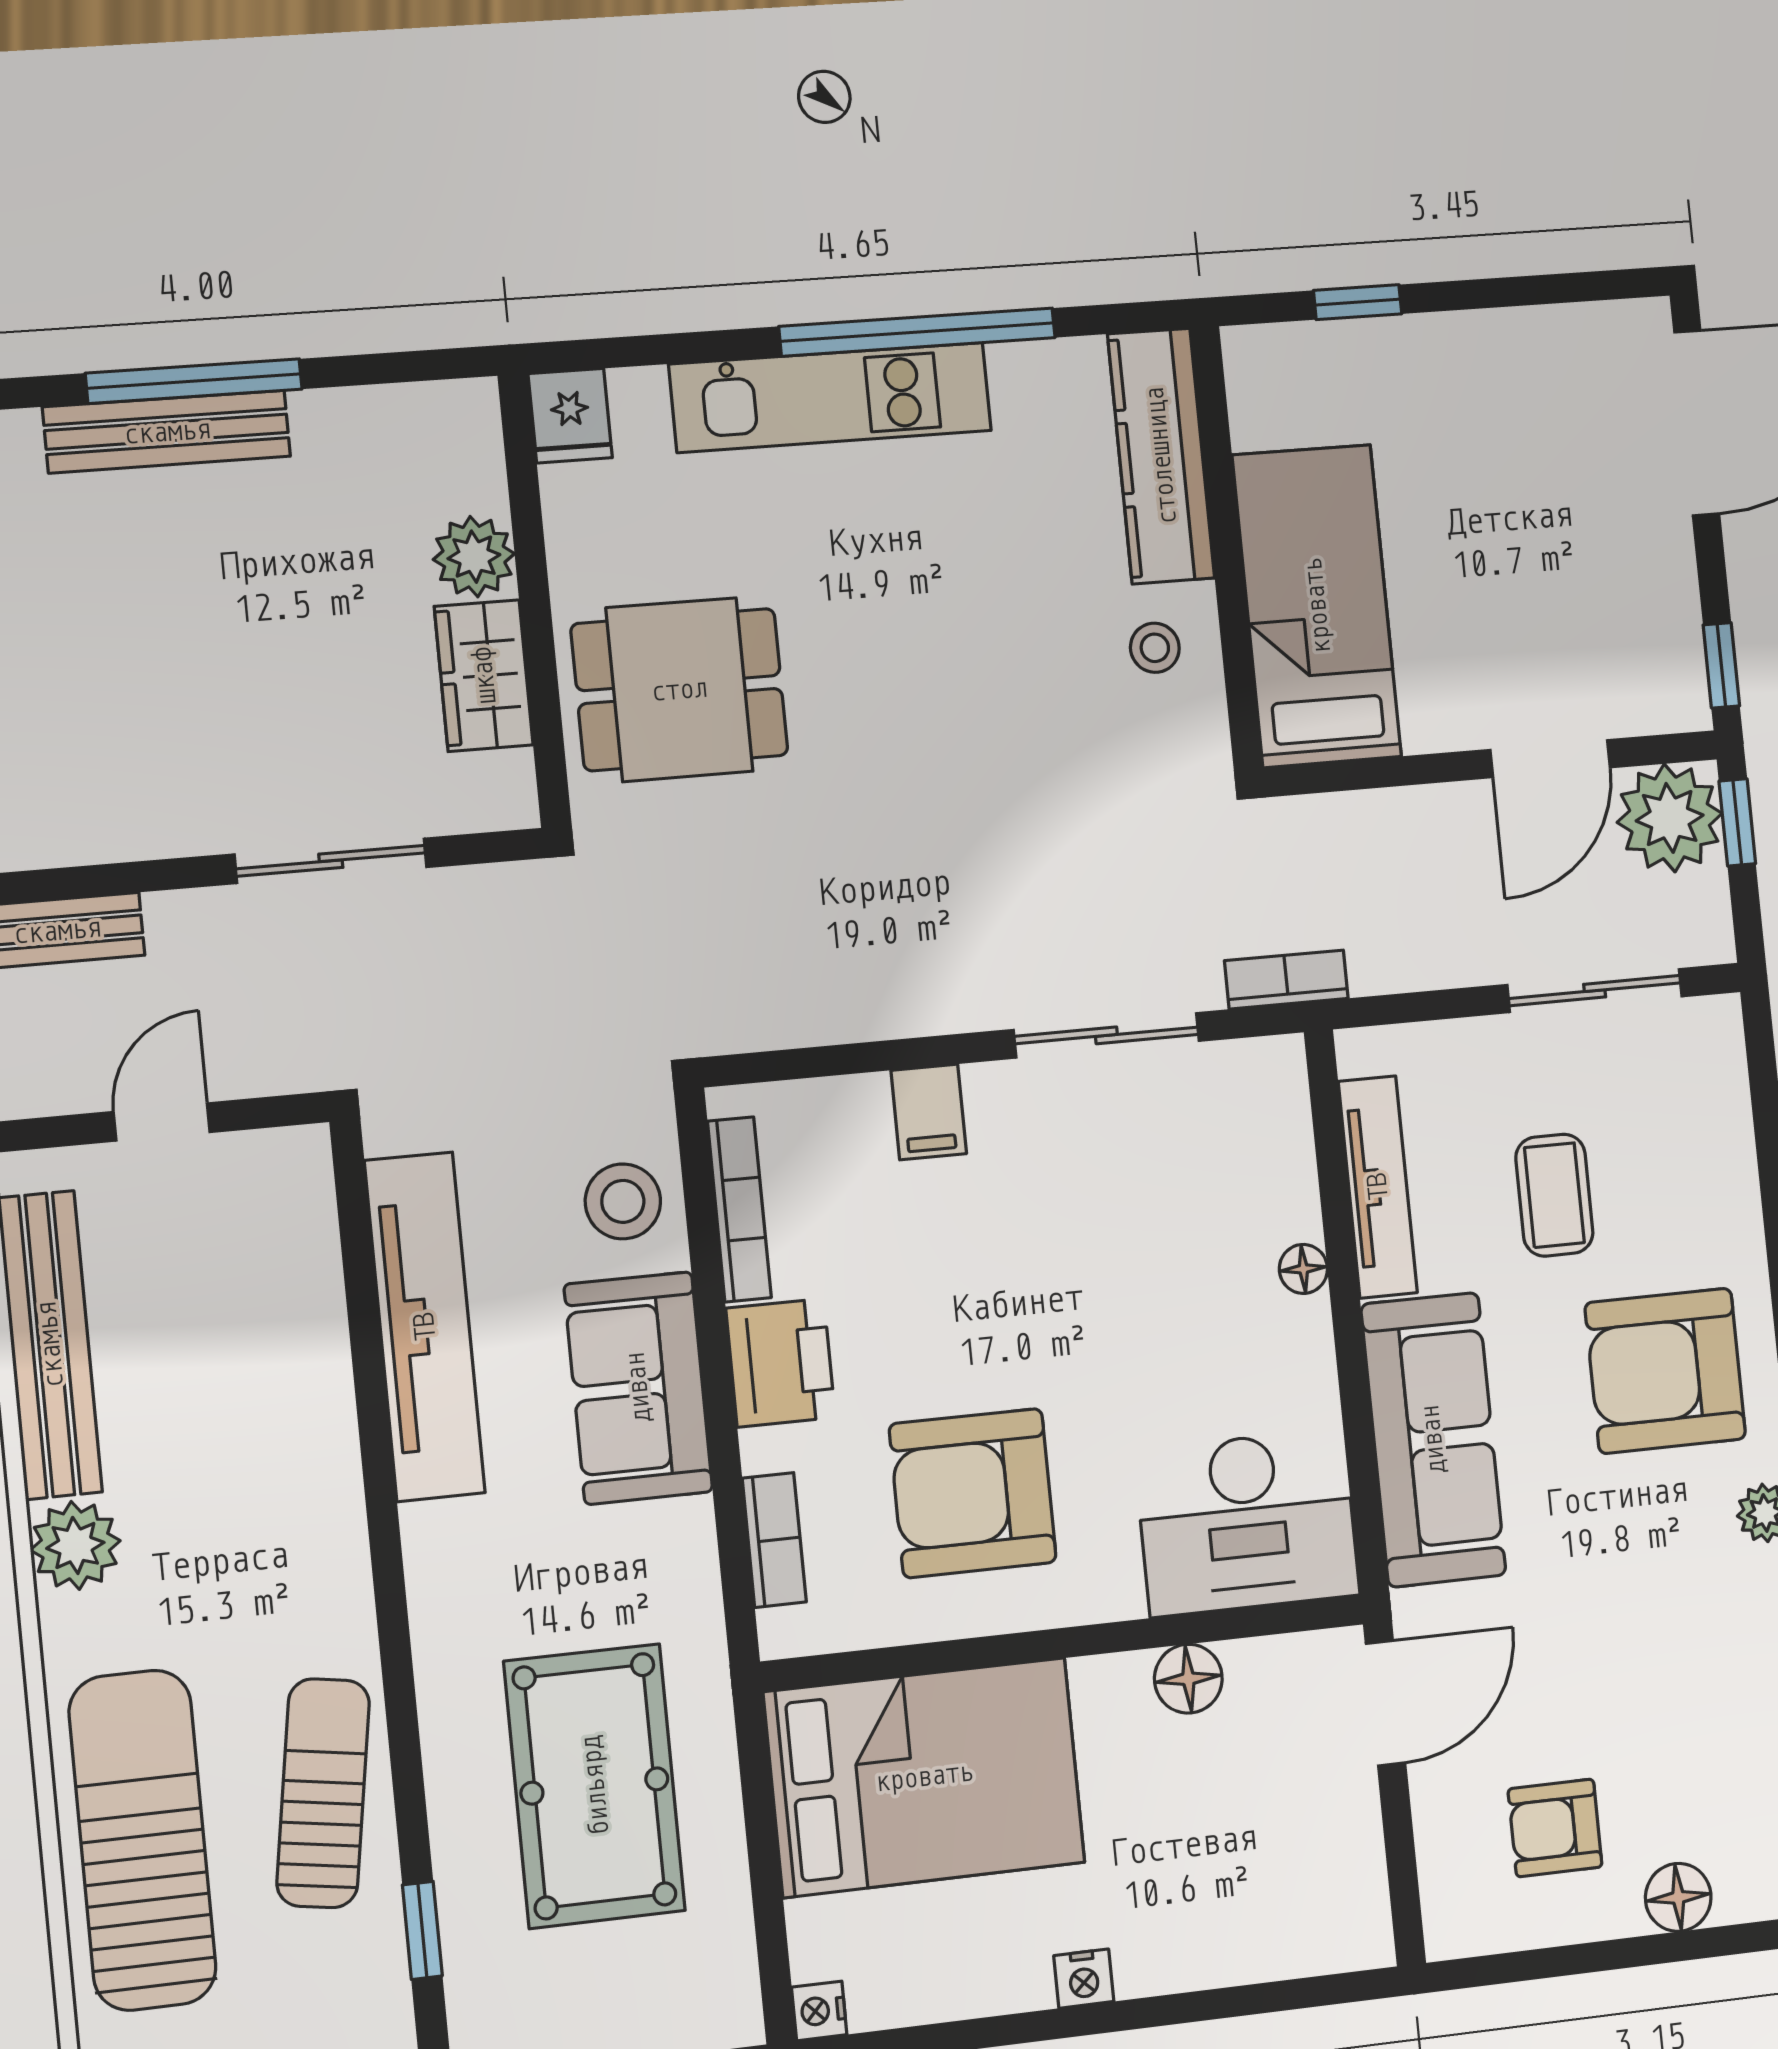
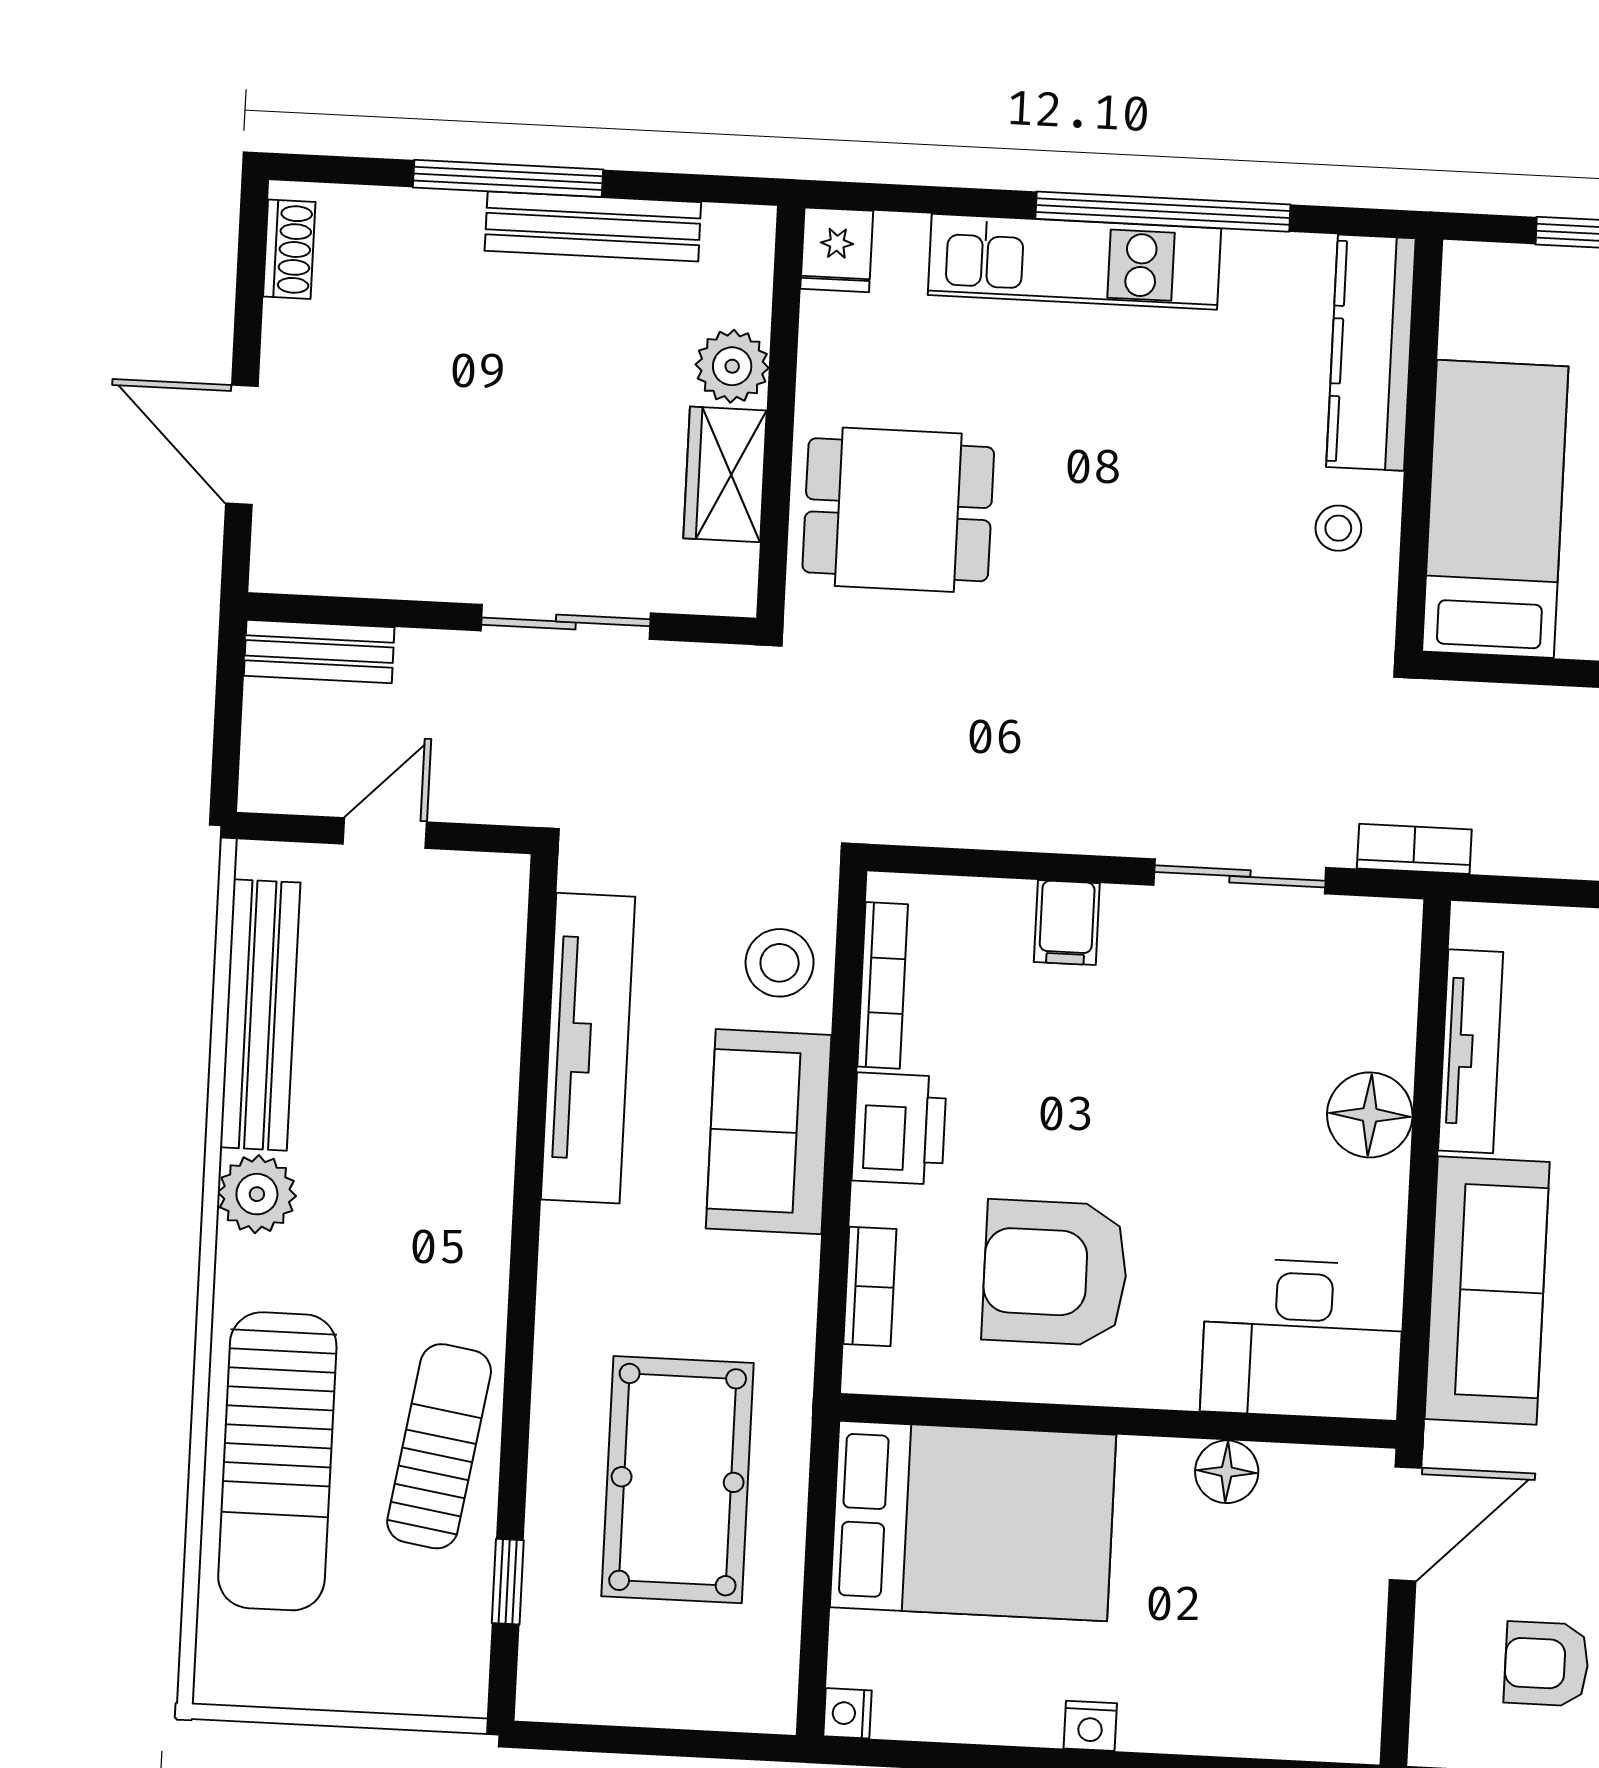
bench: (167, 432) -> (593, 226), moved
floor lamp: (1303, 1269) -> (1370, 1115), width x1.89, depth x1.89
sun lounger: (142, 1840) -> (277, 1461), turned 180

